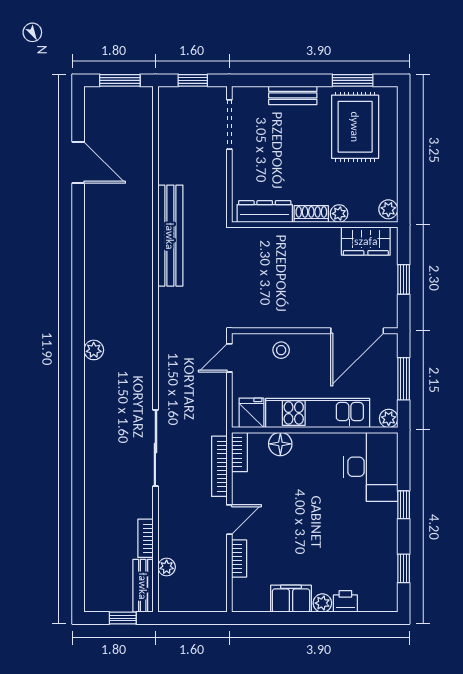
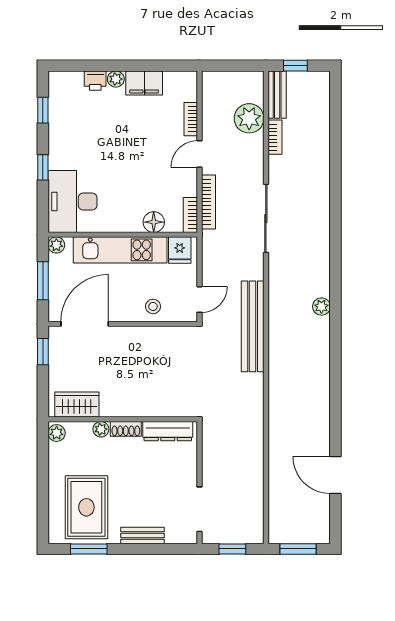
bench: (170, 236) -> (253, 326), moved
window: (404, 279) -> (43, 352), moved
plant: (167, 567) -> (249, 118), width x1.88, depth x1.88

